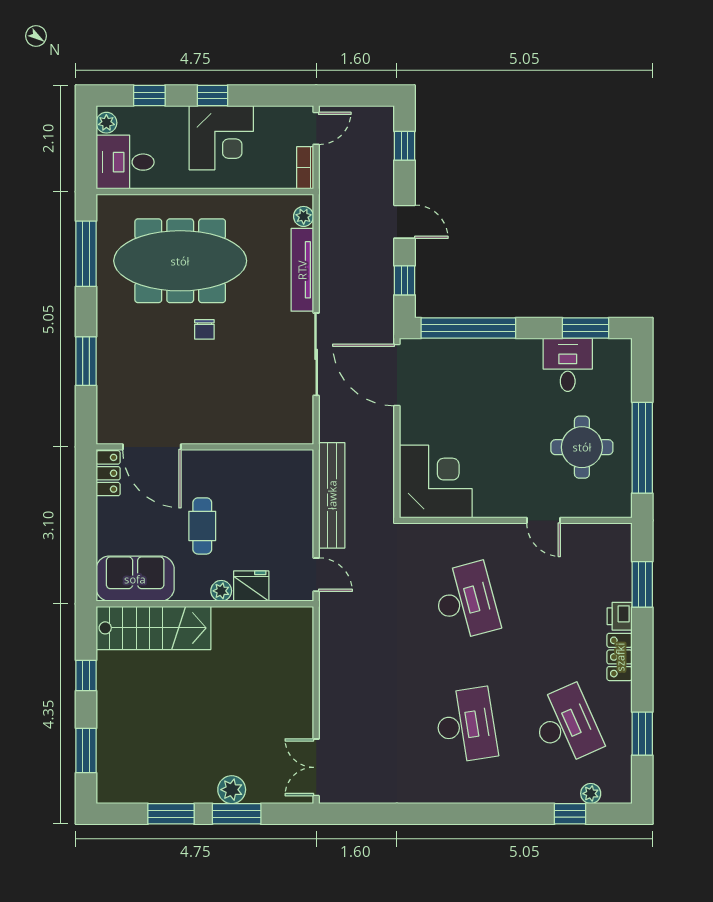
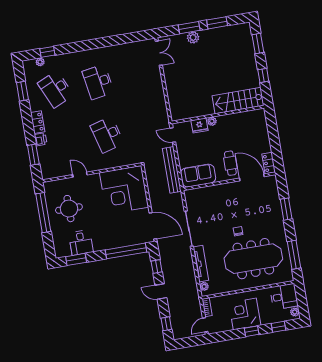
corner desk: (436, 481) -> (124, 190), width x1.36, depth x1.36
cafe table: (202, 526) -> (230, 163), moved
sofa: (135, 579) -> (198, 176), moved, turned 180

